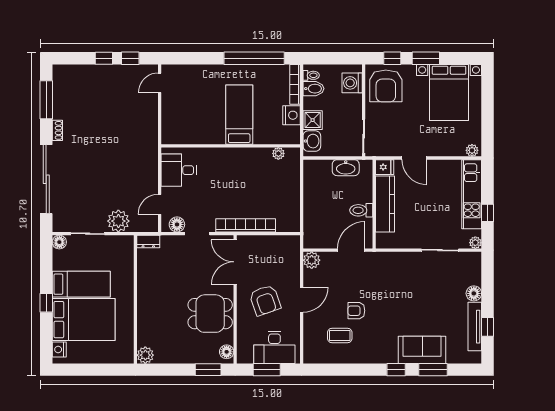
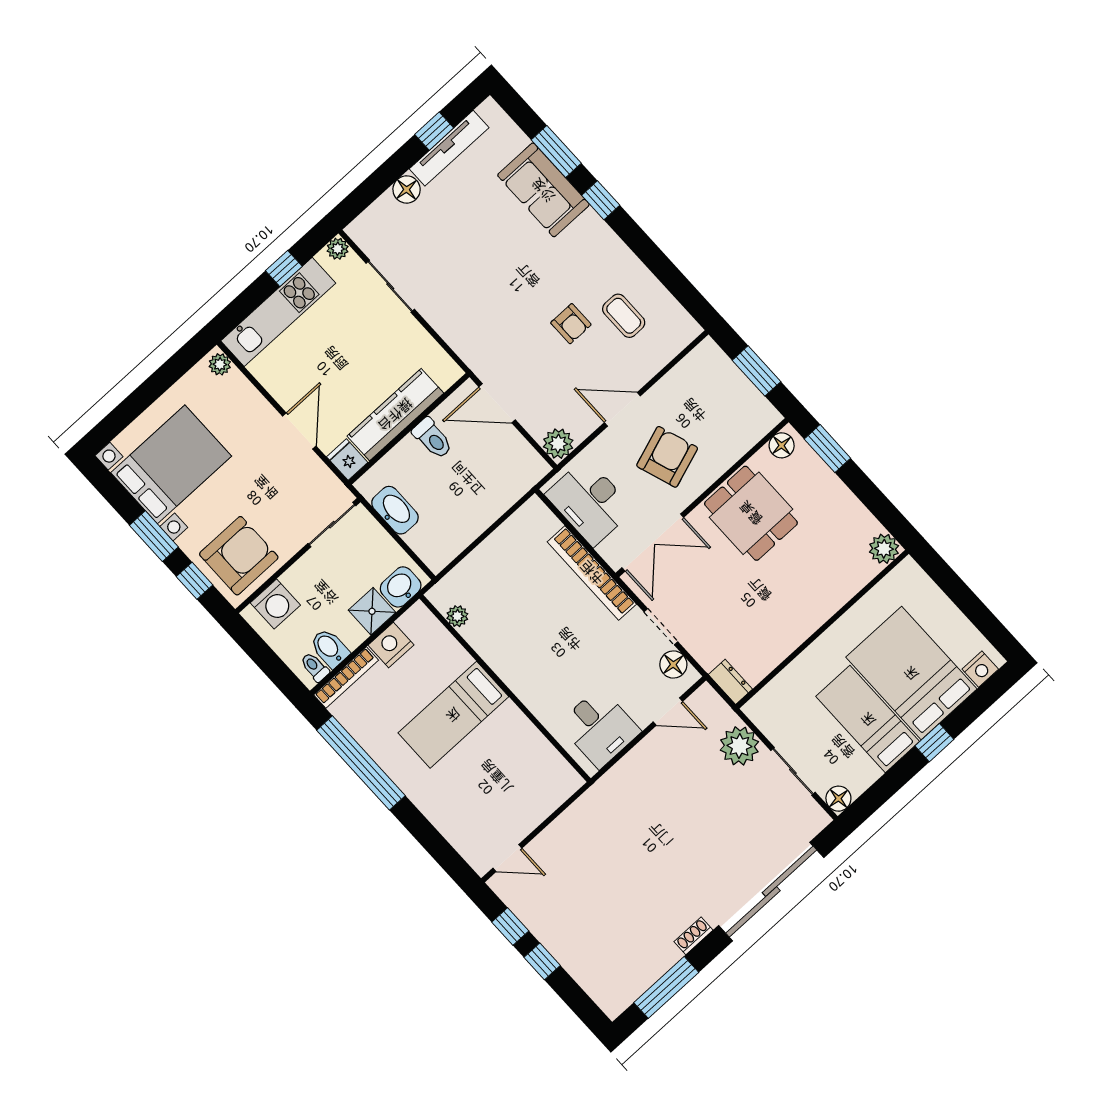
desk: (274, 347) -> (590, 502), moved, turned 180

